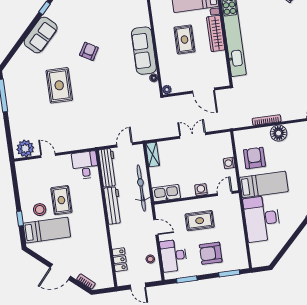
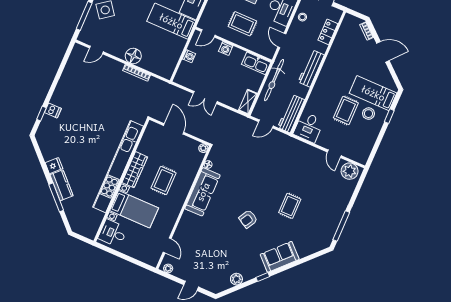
rug: (59, 85) -> (290, 206), width x0.73, depth x0.70
armchair: (254, 158) -> (166, 48), removed
workbench: (113, 205) -> (311, 68), moved

